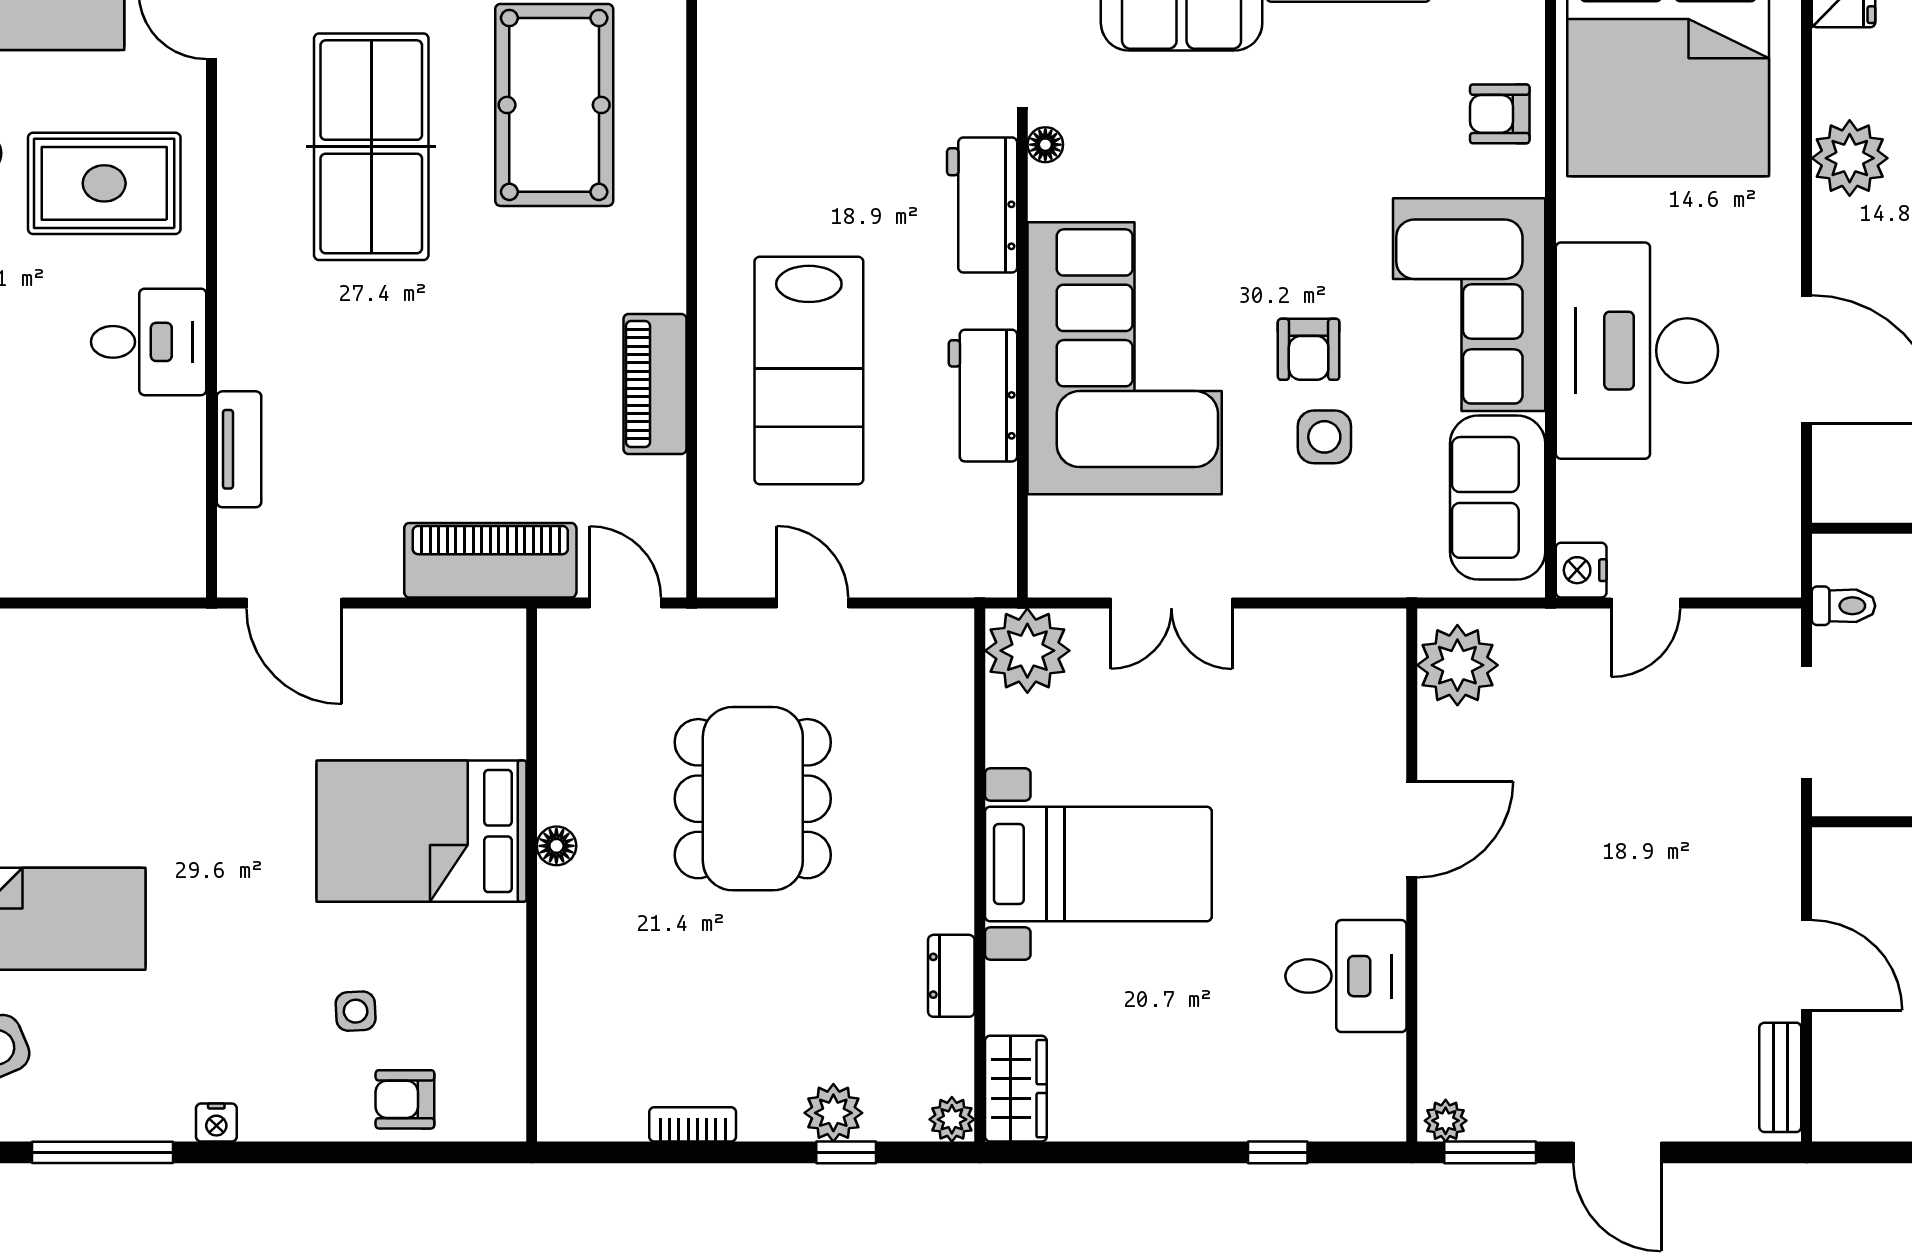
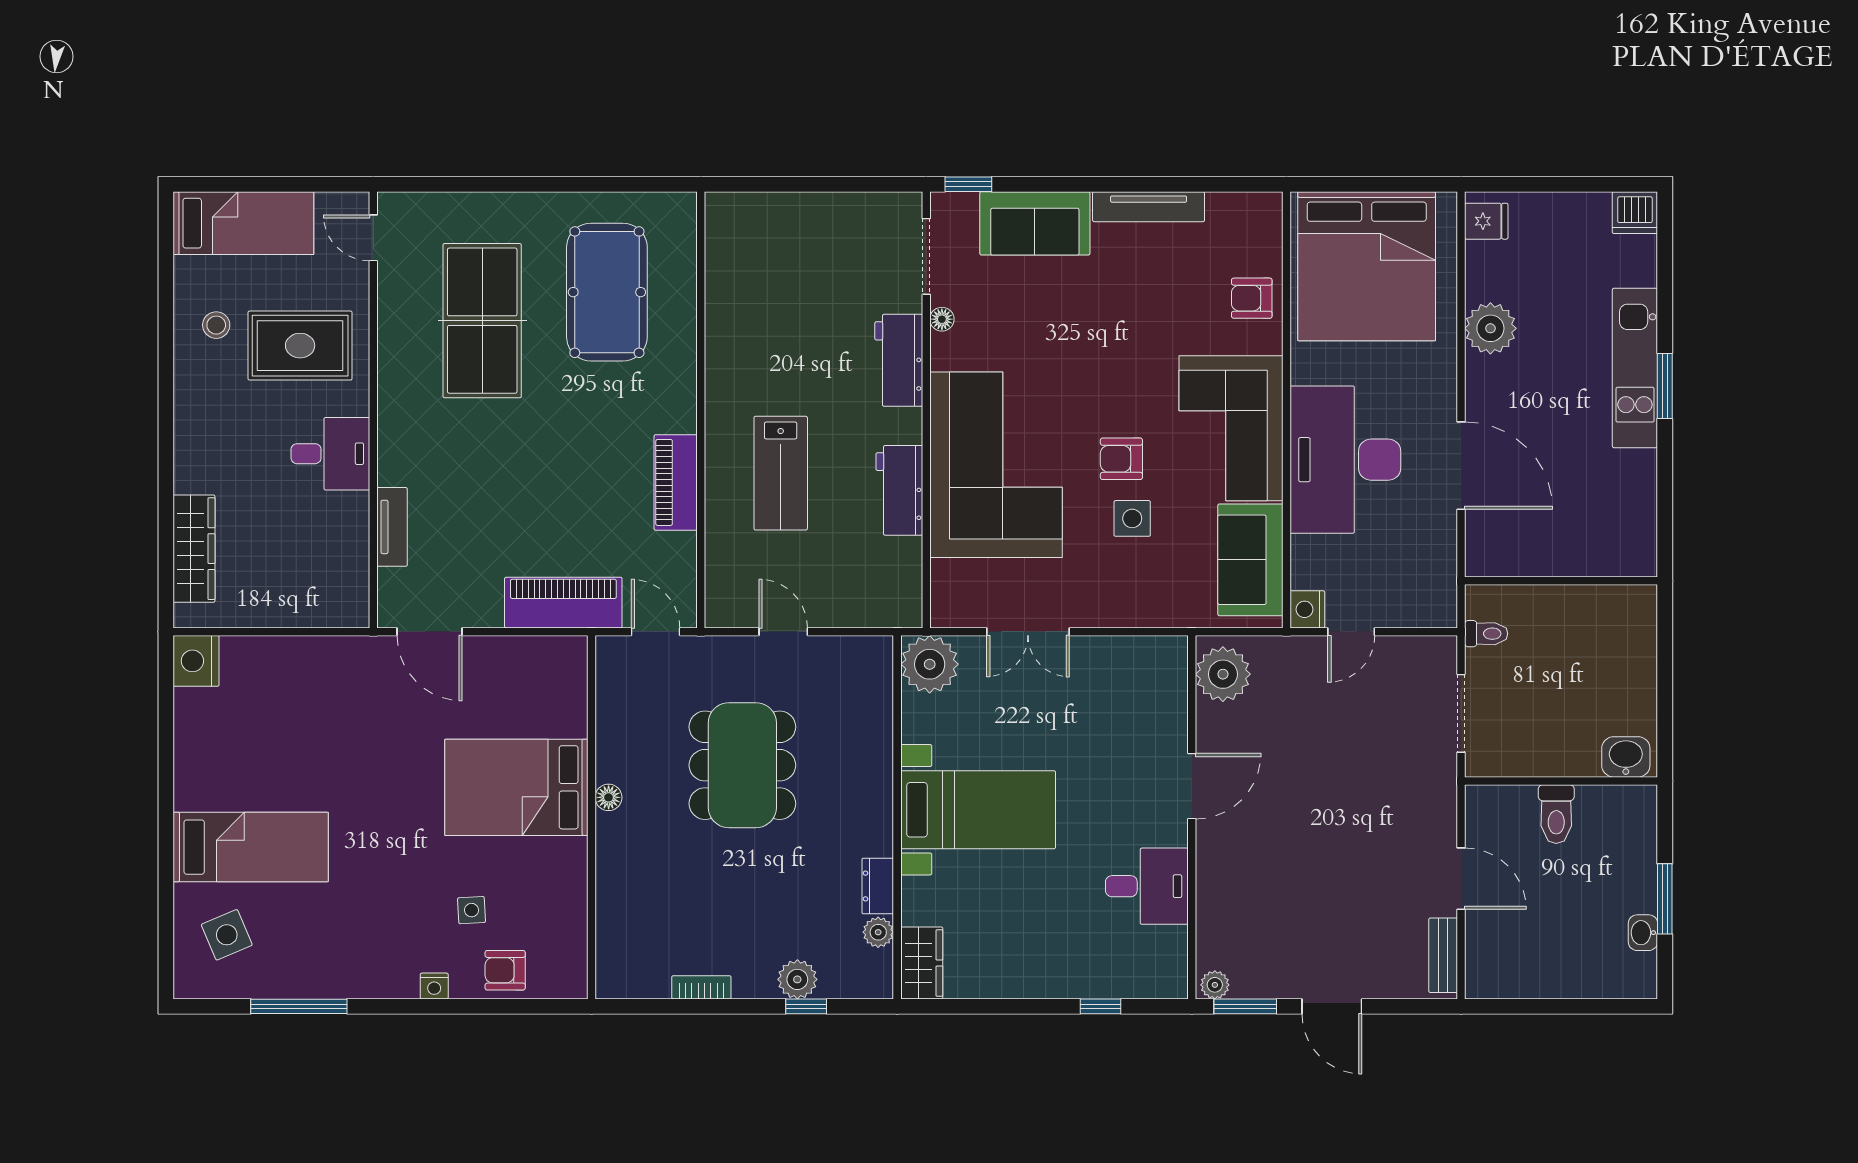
armchair: (1309, 349) -> (1121, 459), turned 90
lab bench: (809, 370) -> (781, 473), width x0.73, depth x0.72
plant: (952, 1119) -> (878, 932), moved
nightstand: (216, 1123) -> (434, 986), moved

